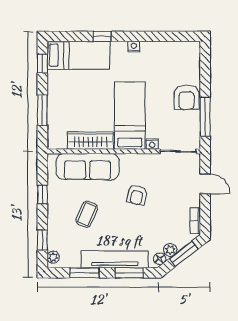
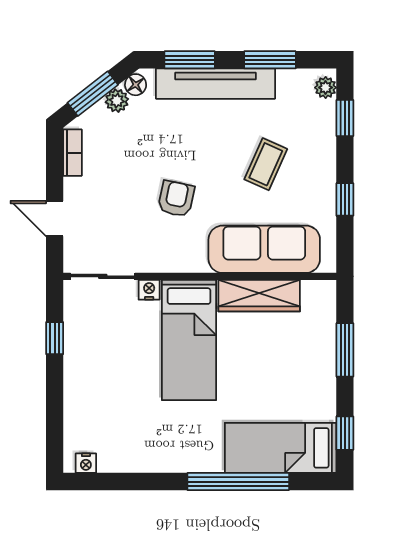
window: (102, 36) -> (238, 482), width x3.17
nightstand: (134, 47) -> (86, 463), moved
armchair: (187, 97) -> (88, 373), removed
window: (205, 117) -> (55, 338), width x0.46

